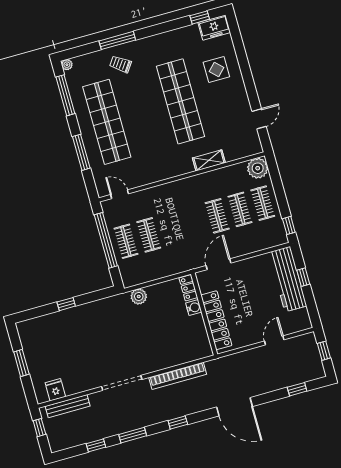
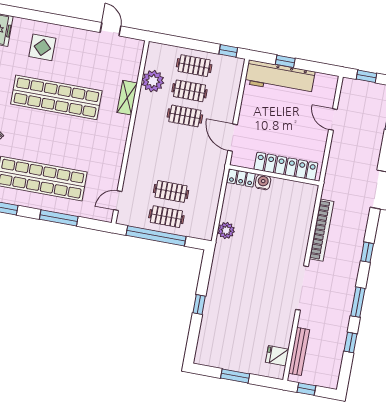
plant: (258, 168) -> (153, 81), moved

